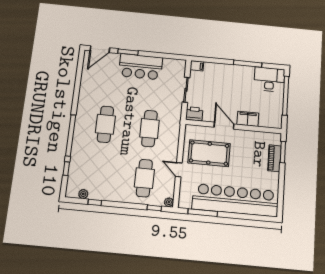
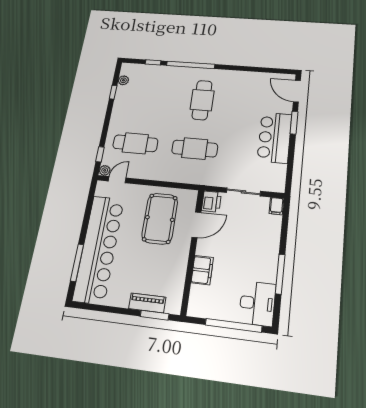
cafe table: (105, 124) -> (202, 100), turned 90
door: (224, 126) -> (196, 225), moved
door: (179, 170) -> (117, 180), moved
window: (203, 213) -> (77, 263), moved

